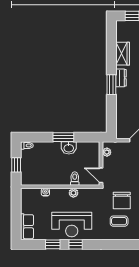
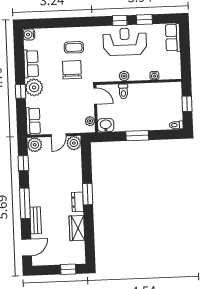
plant: (122, 132) -> (74, 143), added
washbasin: (69, 148) -> (106, 125), moved

